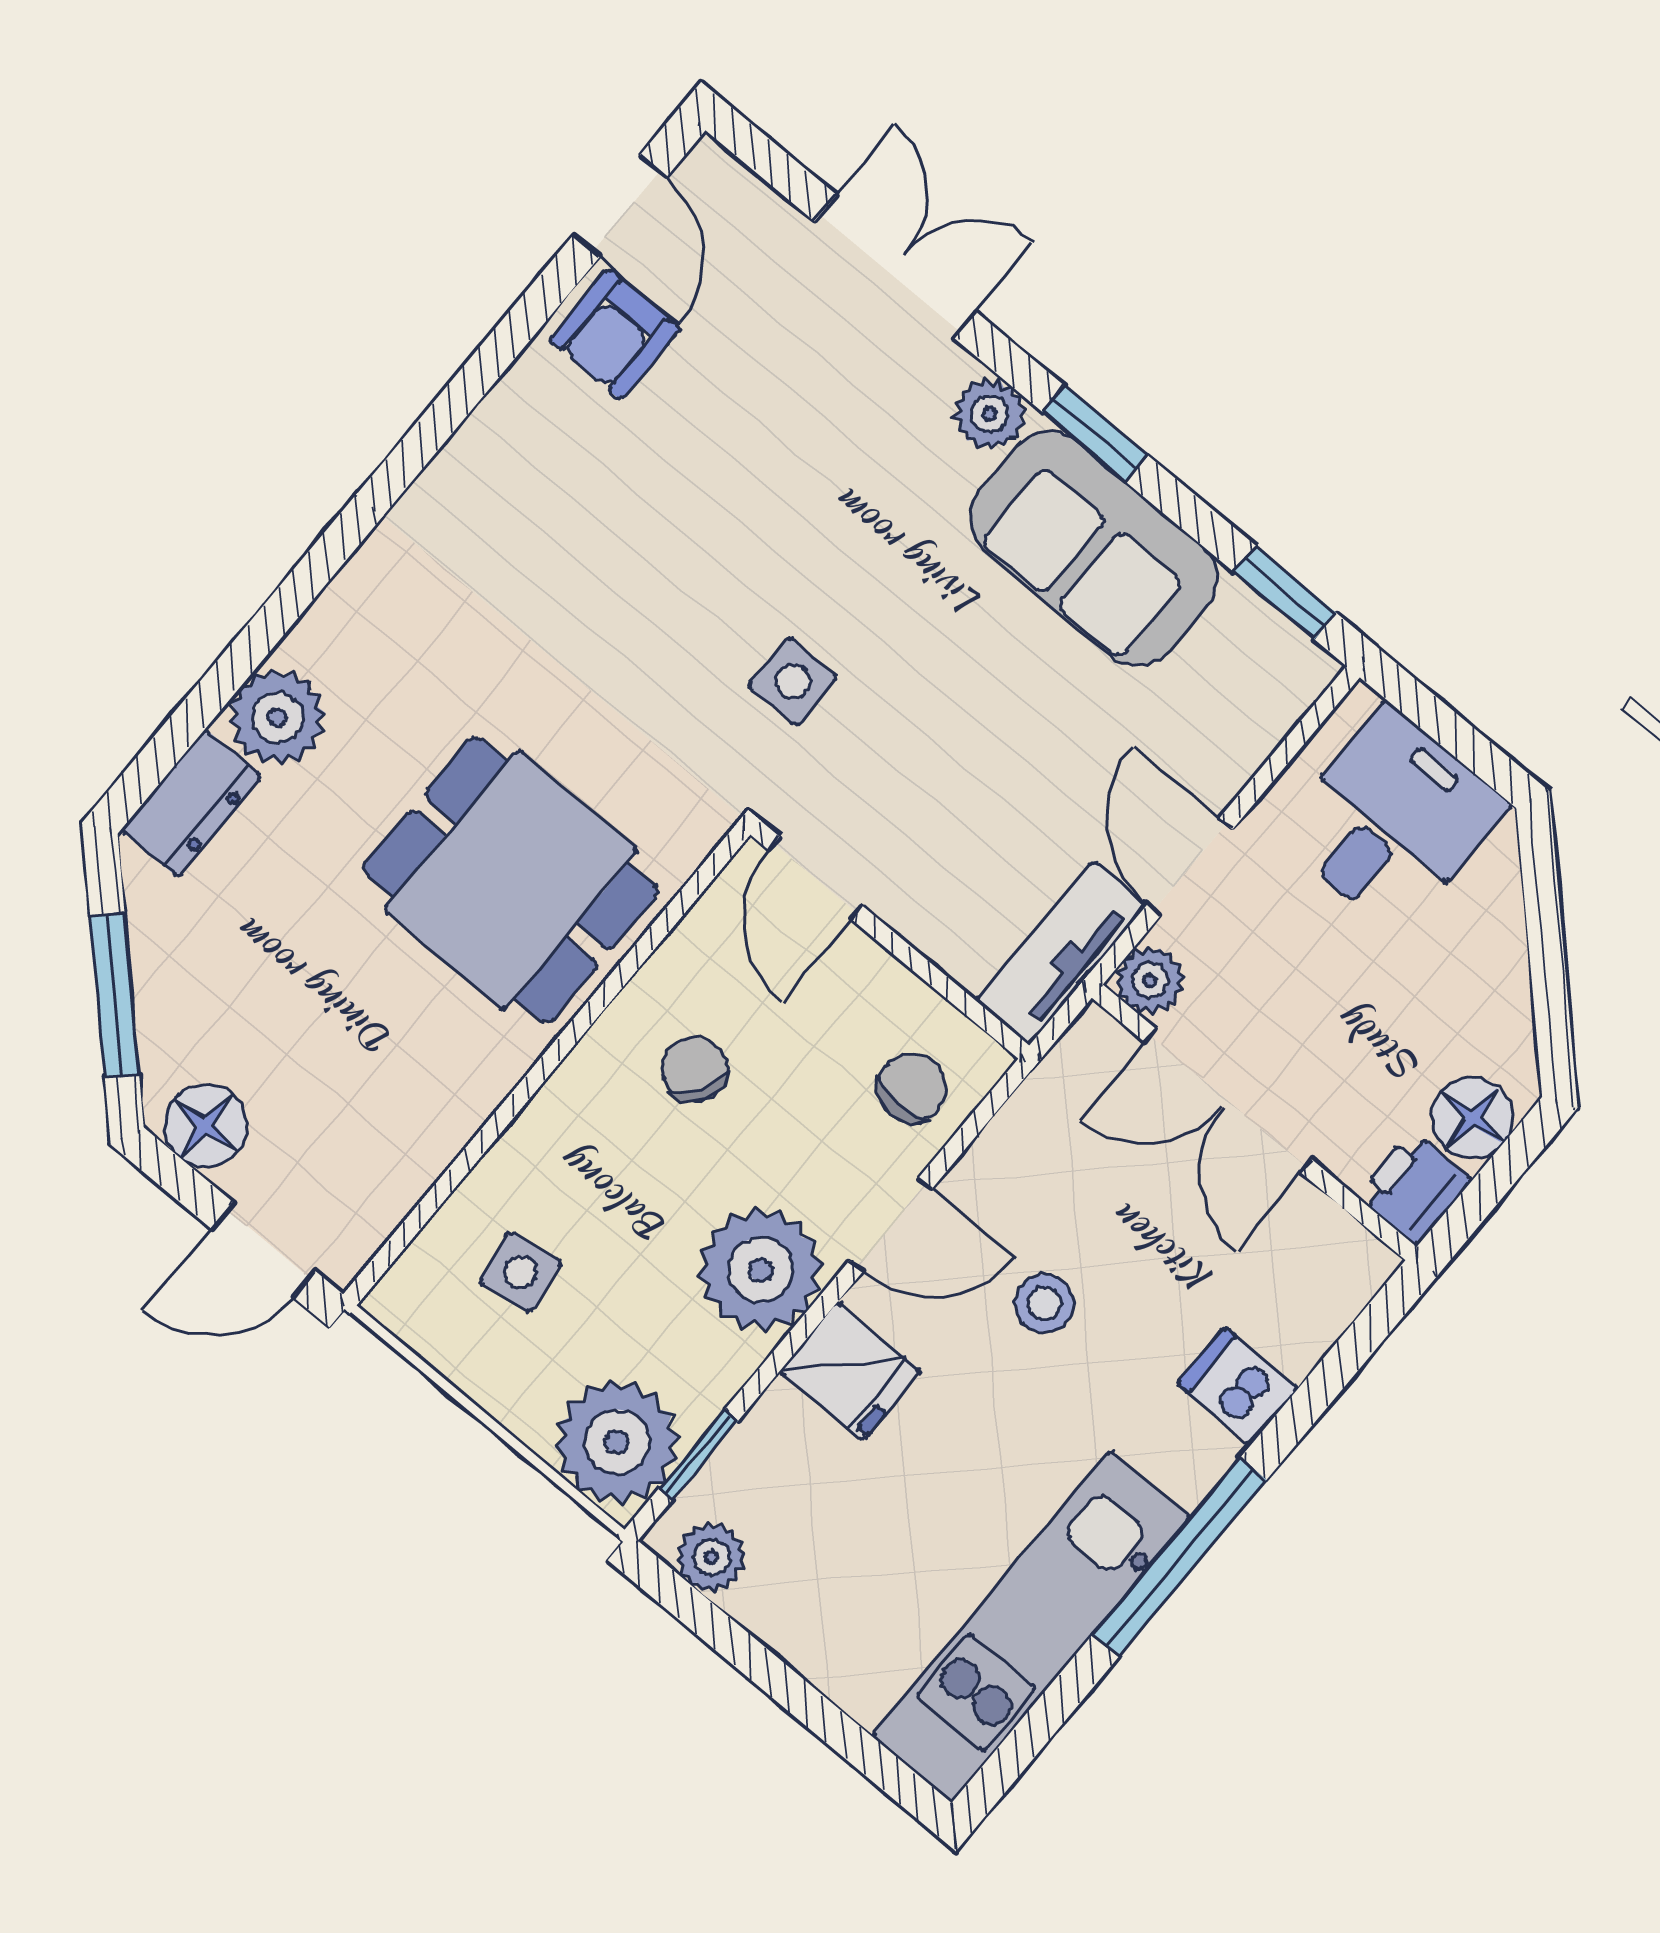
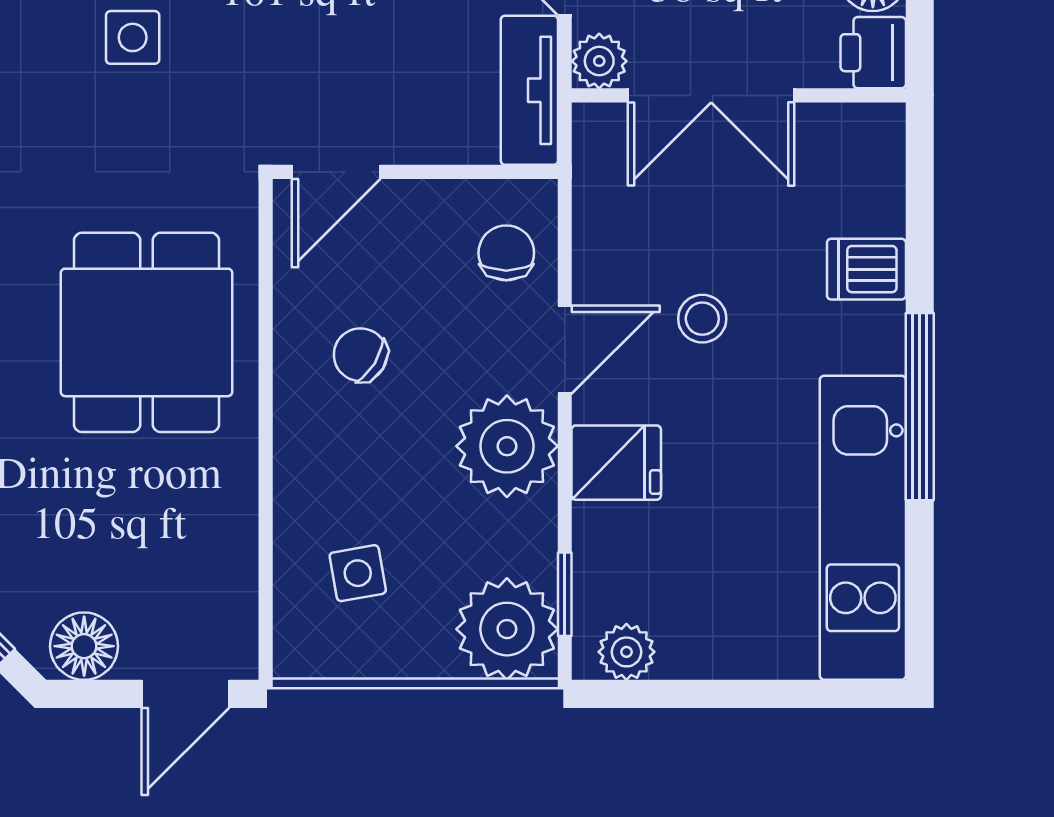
side table: (793, 681) -> (133, 37), moved
door: (816, 878) -> (336, 172), hinge flipped
dining table: (511, 880) -> (147, 332), turned 90

